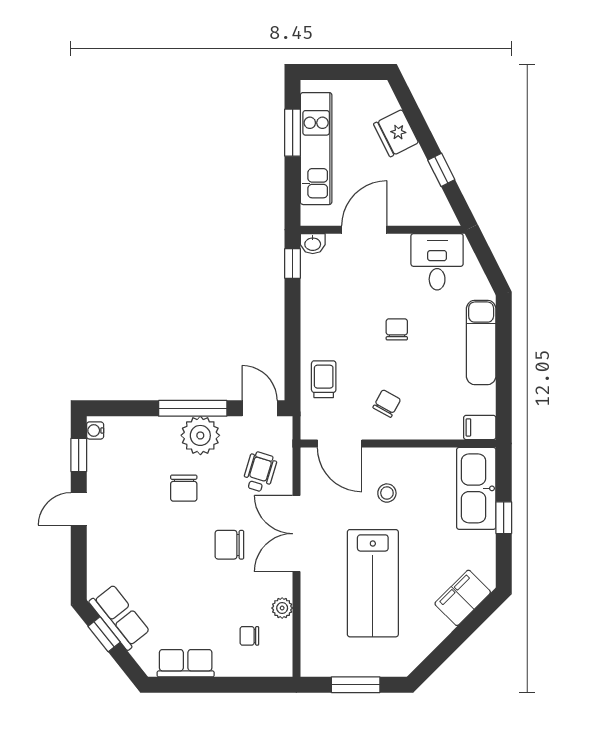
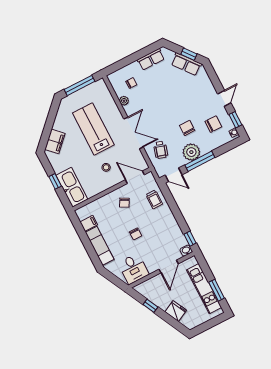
filing cabinet: (480, 427) -> (89, 223), moved
chair: (229, 545) -> (213, 124), moved
window: (356, 685) -> (79, 85), width x1.44

